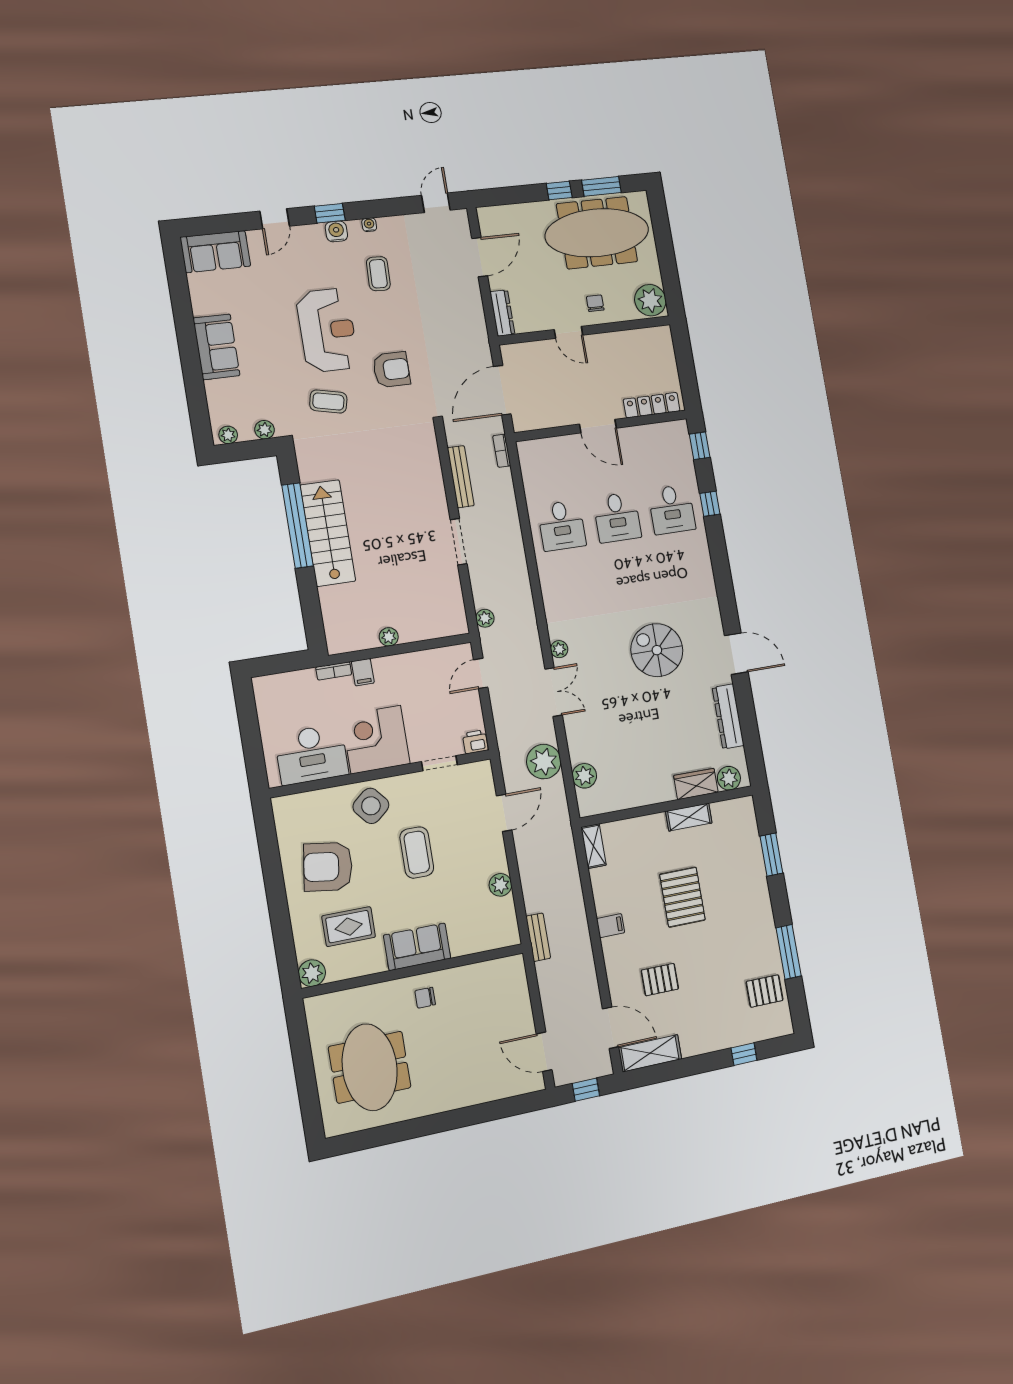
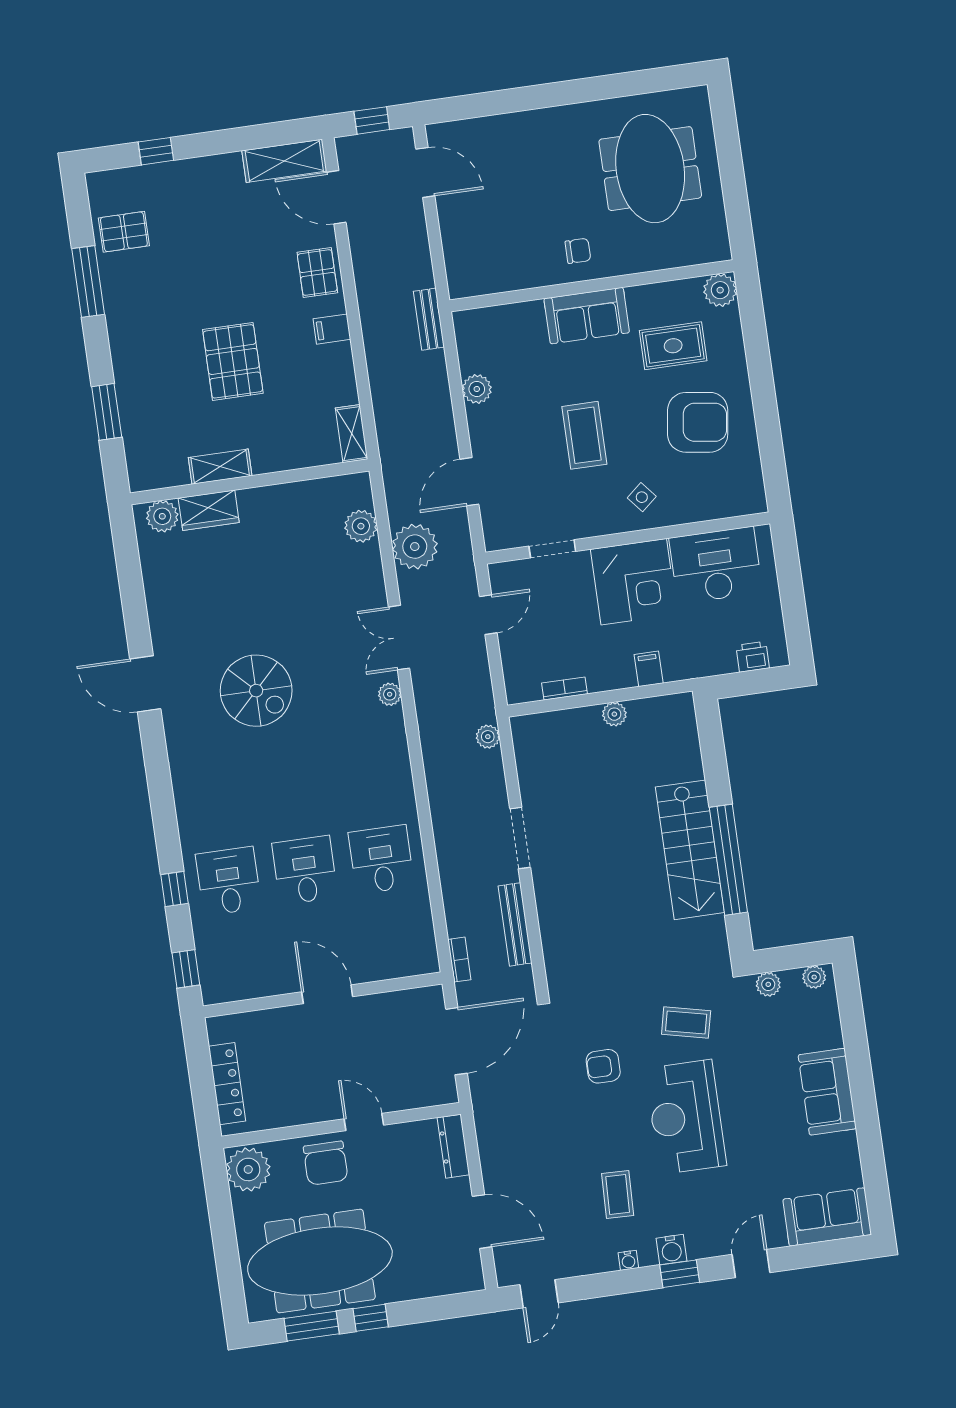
door: (480, 257) -> (482, 1222), swing flipped
chair: (595, 303) -> (326, 1163), width x1.87, depth x1.87
armchair: (391, 370) -> (603, 1066), width x0.72, depth x0.72
locker: (652, 405) -> (227, 1084), moved, turned -90
bookcase: (334, 671) -> (565, 689), moved
door: (481, 673) -> (488, 615), moved
dresser: (728, 716) -> (160, 599), removed
printer: (475, 742) -> (753, 657), moved, turned 180
side table: (371, 806) -> (642, 497), width x0.54, depth x0.54
pallet: (660, 980) -> (317, 273), moved, turned 90

